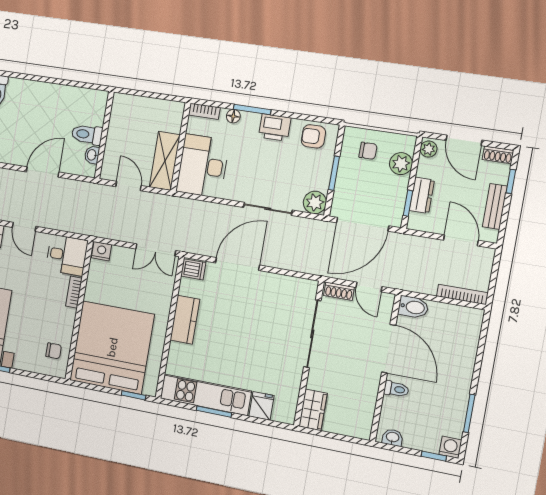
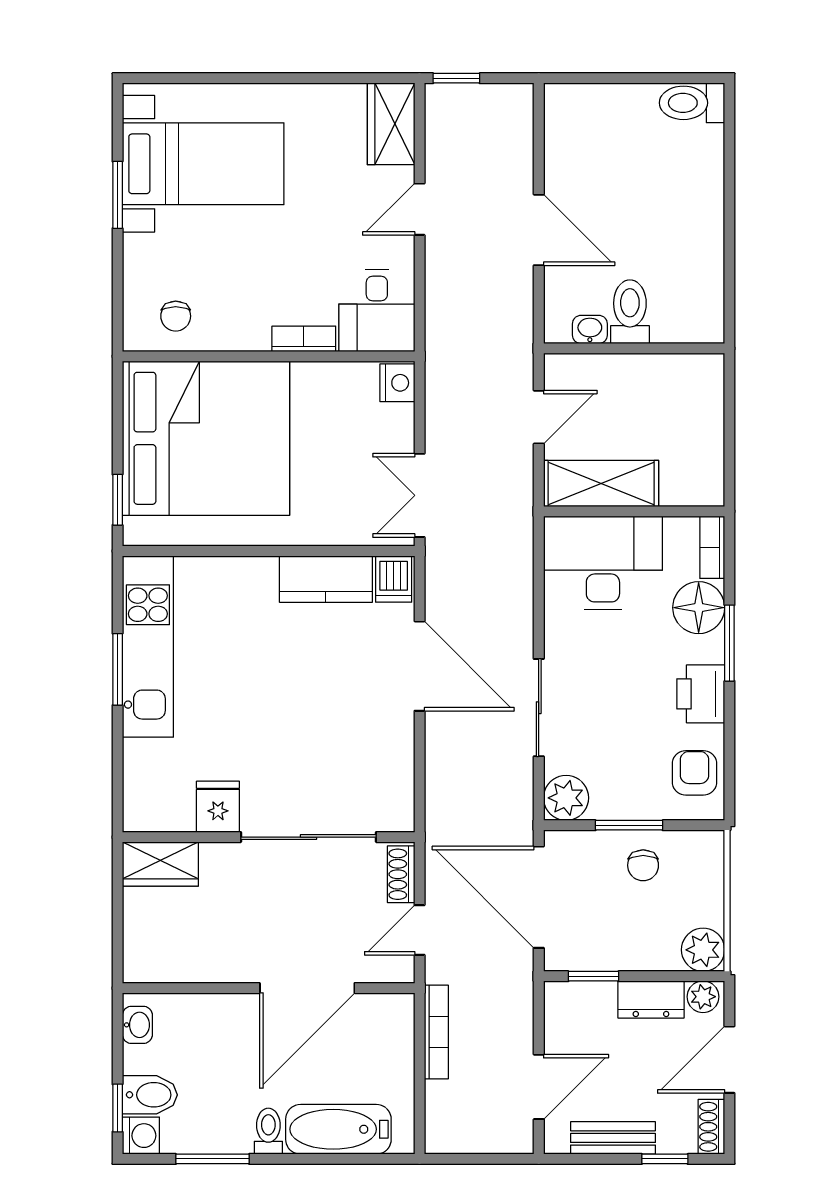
floor lamp: (233, 116) -> (699, 608), width x1.89, depth x1.89
chair: (368, 151) -> (643, 865), moved
plant: (401, 164) -> (703, 950), moved
dresser: (422, 195) -> (651, 999), moved
bookcase: (462, 294) -> (436, 1032), moved
bidet: (413, 307) -> (150, 1095), moved, turned -90
kitchen counter: (185, 320) -> (326, 579), moved
bathtub: (465, 346) -> (338, 1129), added
toilet: (396, 389) -> (268, 1131), moved, turned 180
fridge: (261, 406) -> (218, 807), moved, turned -90

